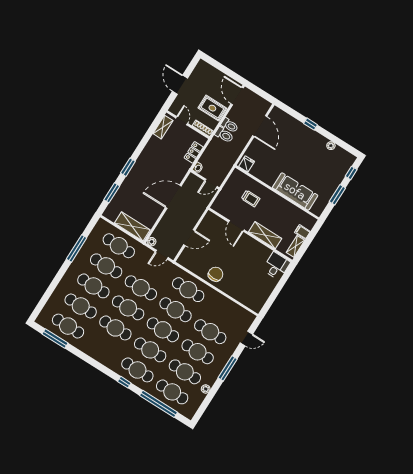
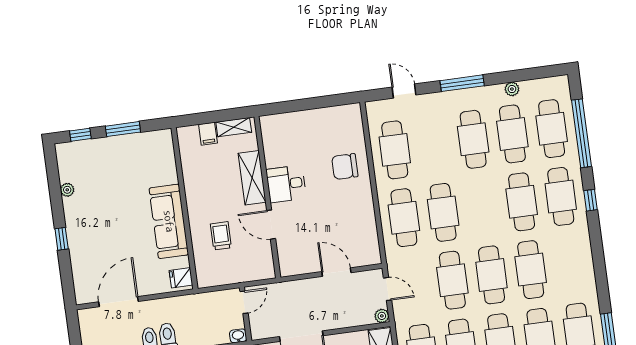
door: (211, 183) -> (244, 302), hinge flipped
sofa: (295, 191) -> (169, 221), moved
door: (236, 226) -> (271, 225), swing flipped
desk: (276, 266) -> (286, 184), moved
chair: (216, 274) -> (345, 167), moved
cafe table: (163, 330) -> (482, 207), removed
cafe table: (210, 332) -> (395, 150), moved

